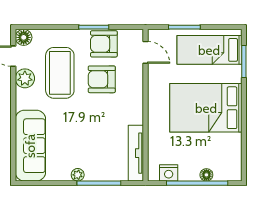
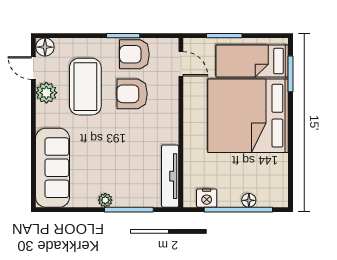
bed: (206, 108) -> (248, 116), width x1.36

